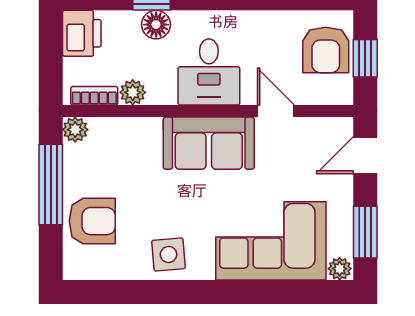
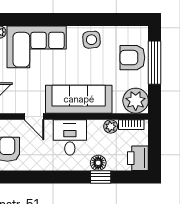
plant: (75, 130) -> (136, 101), width x1.88, depth x1.88
sofa: (209, 143) -> (79, 99), width x1.36
window: (51, 184) -> (155, 63), moved

